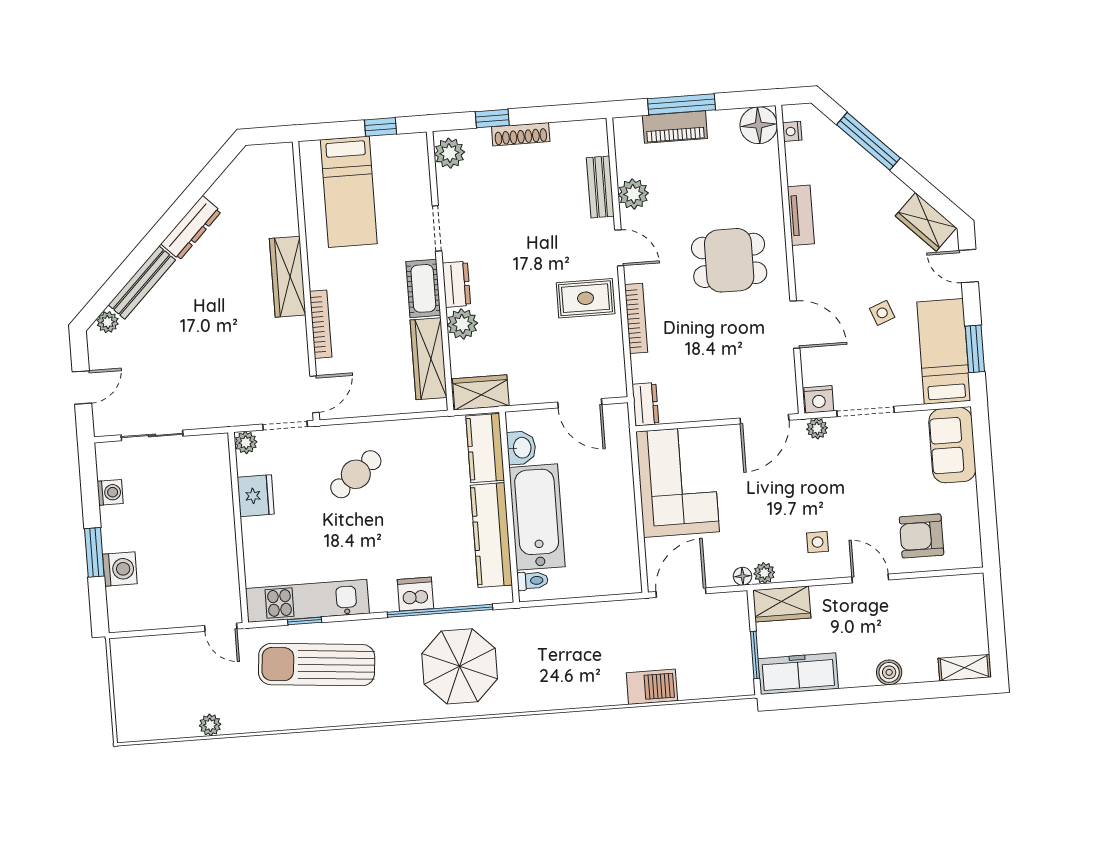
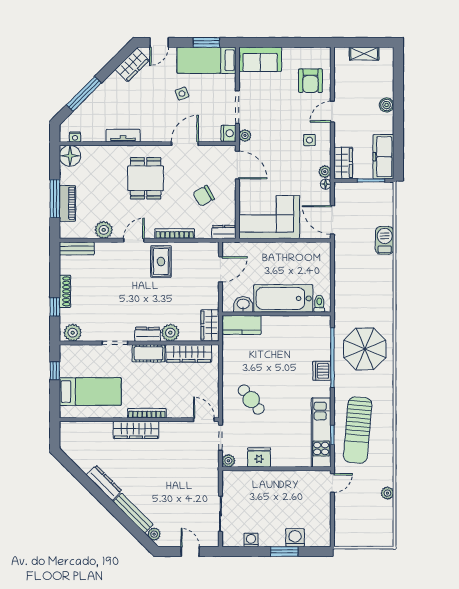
bench: (600, 187) -> (77, 248), moved
bookcase: (321, 324) -> (147, 413), moved
chair: (706, 364) -> (204, 196), added
kitchen counter: (491, 535) -> (292, 325), removed
shelving: (964, 668) -> (364, 54), moved, turned 90

